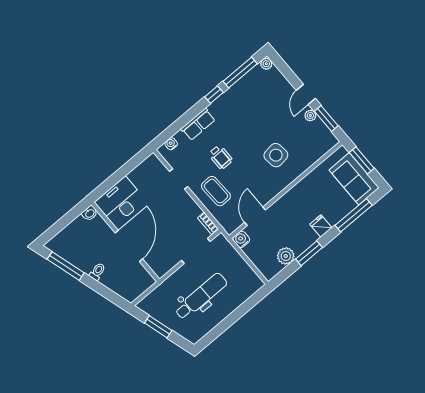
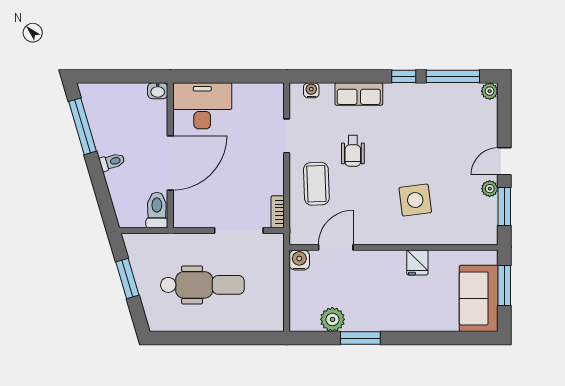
window: (354, 215) -> (444, 338), removed
fridge: (321, 226) -> (417, 262), moved, turned 180
toilet: (143, 277) -> (157, 210), added

